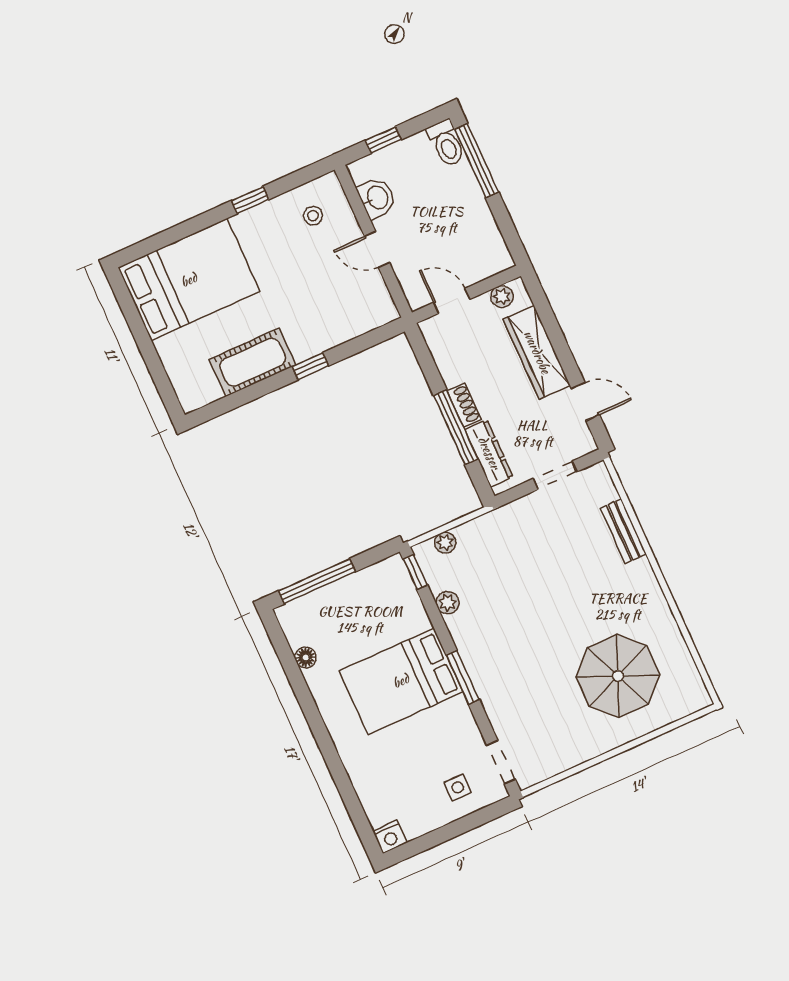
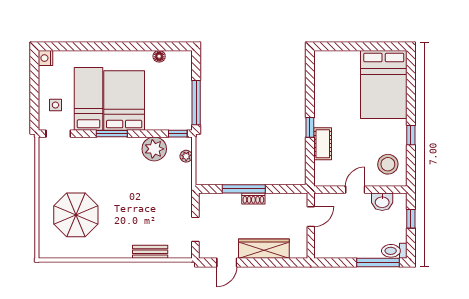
stool: (313, 216) -> (388, 164), width x1.89, depth x1.89
plant: (502, 296) -> (301, 244), removed
cot: (253, 362) -> (323, 144), moved, width x0.73, depth x0.75
dresser: (489, 453) -> (222, 200), removed
window: (317, 581) -> (196, 103), moved
plant: (448, 603) -> (154, 149), width x1.88, depth x1.88
bed: (424, 739) -> (89, 99), added

